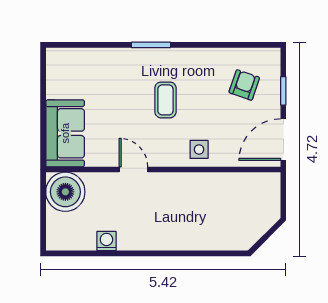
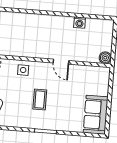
sofa: (65, 133) -> (96, 115), moved
boiler: (65, 192) -> (105, 58), width x0.54, depth x0.54

